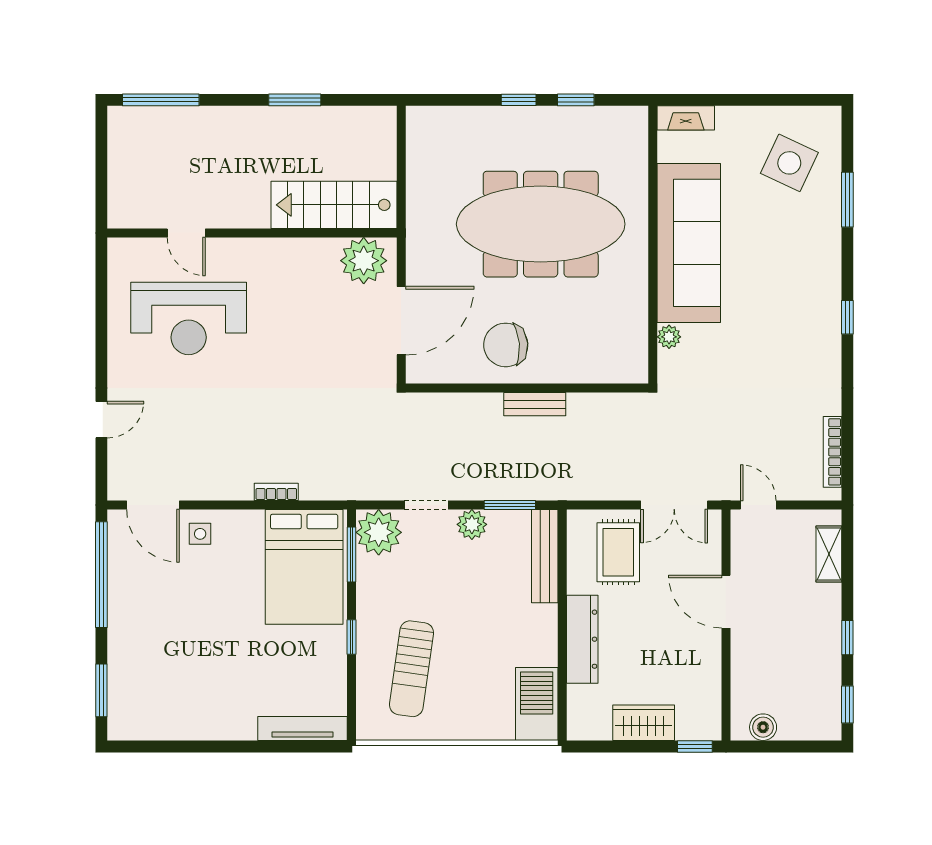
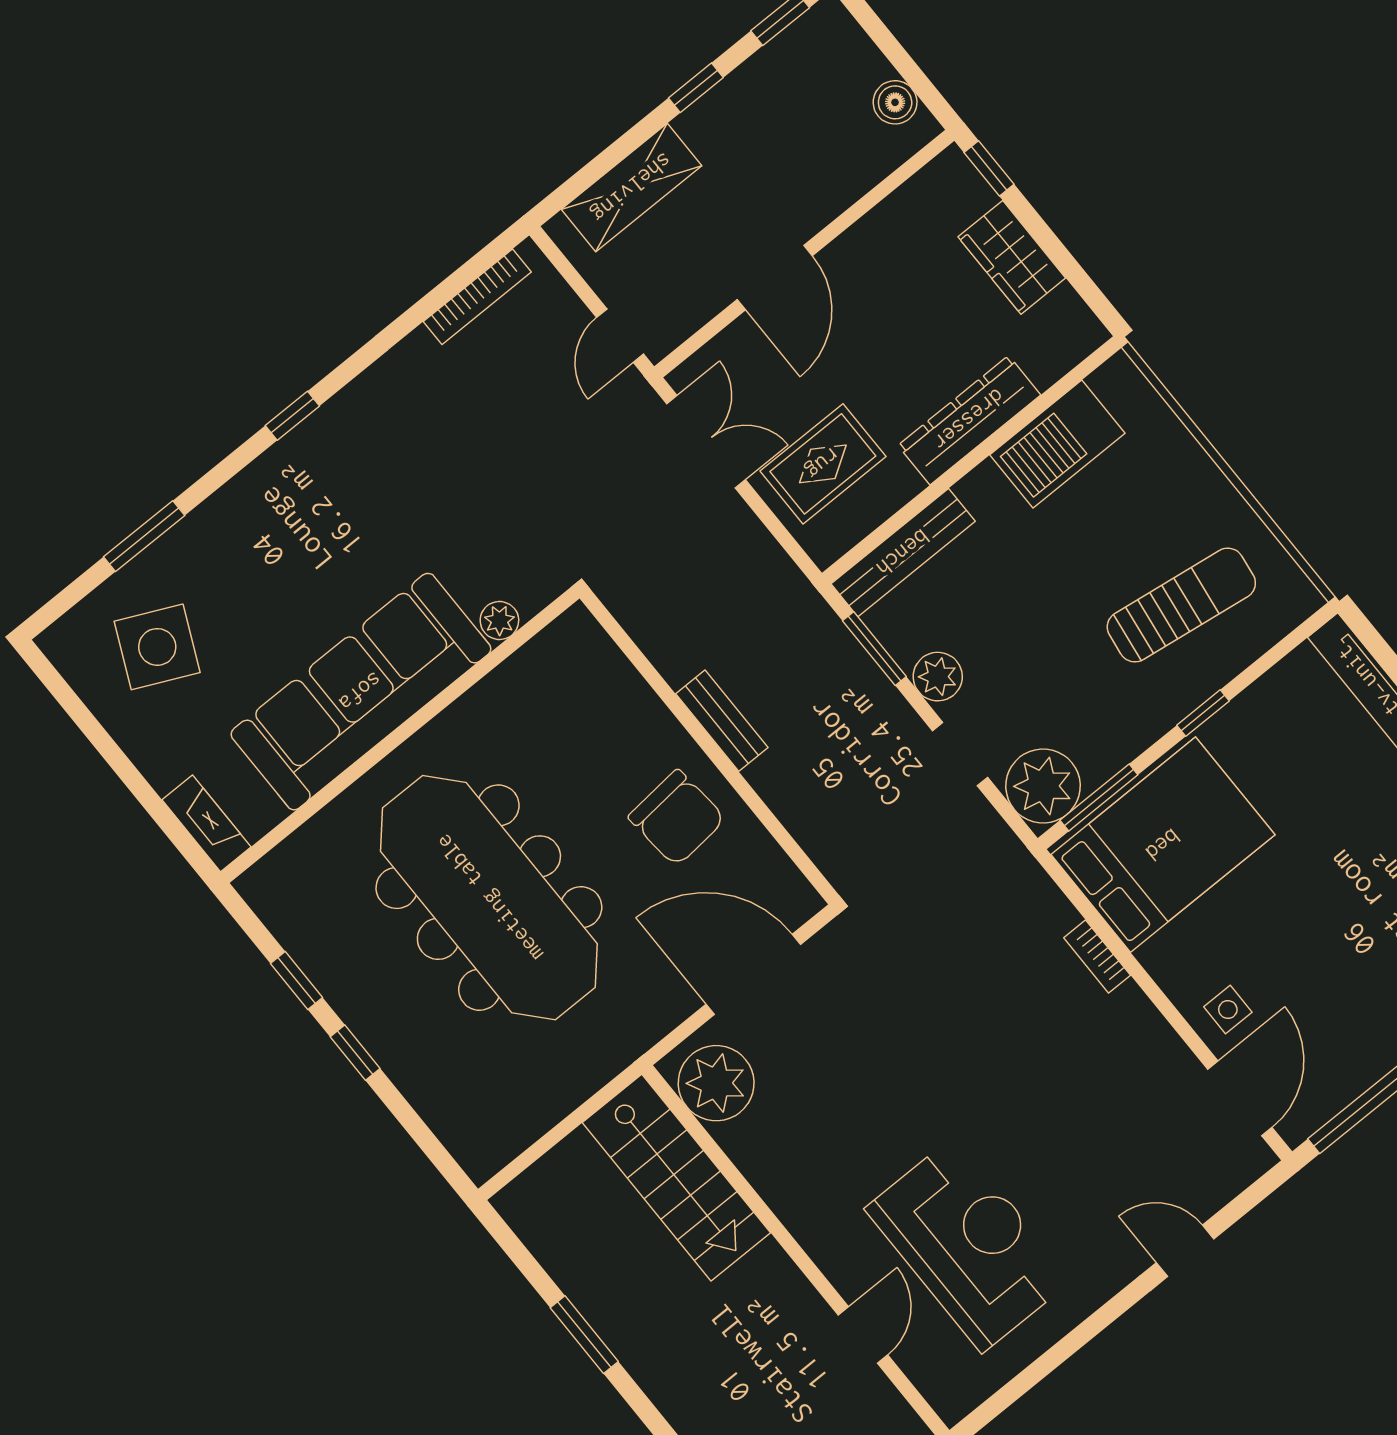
shelving: (829, 554) -> (632, 188), width x1.50, depth x1.33
barbecue: (537, 704) -> (1057, 444), moved

